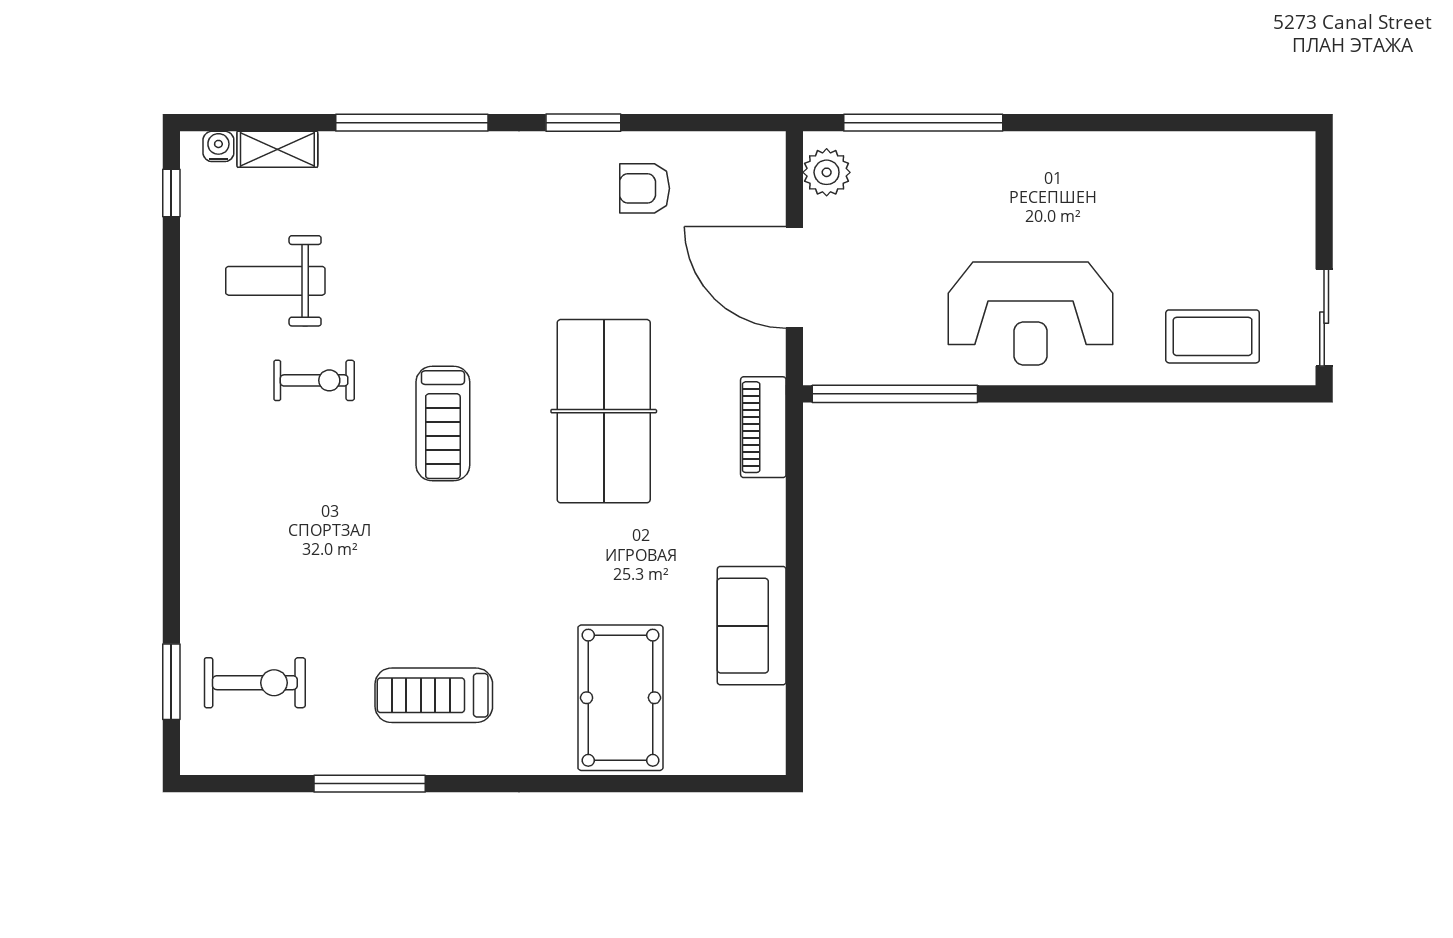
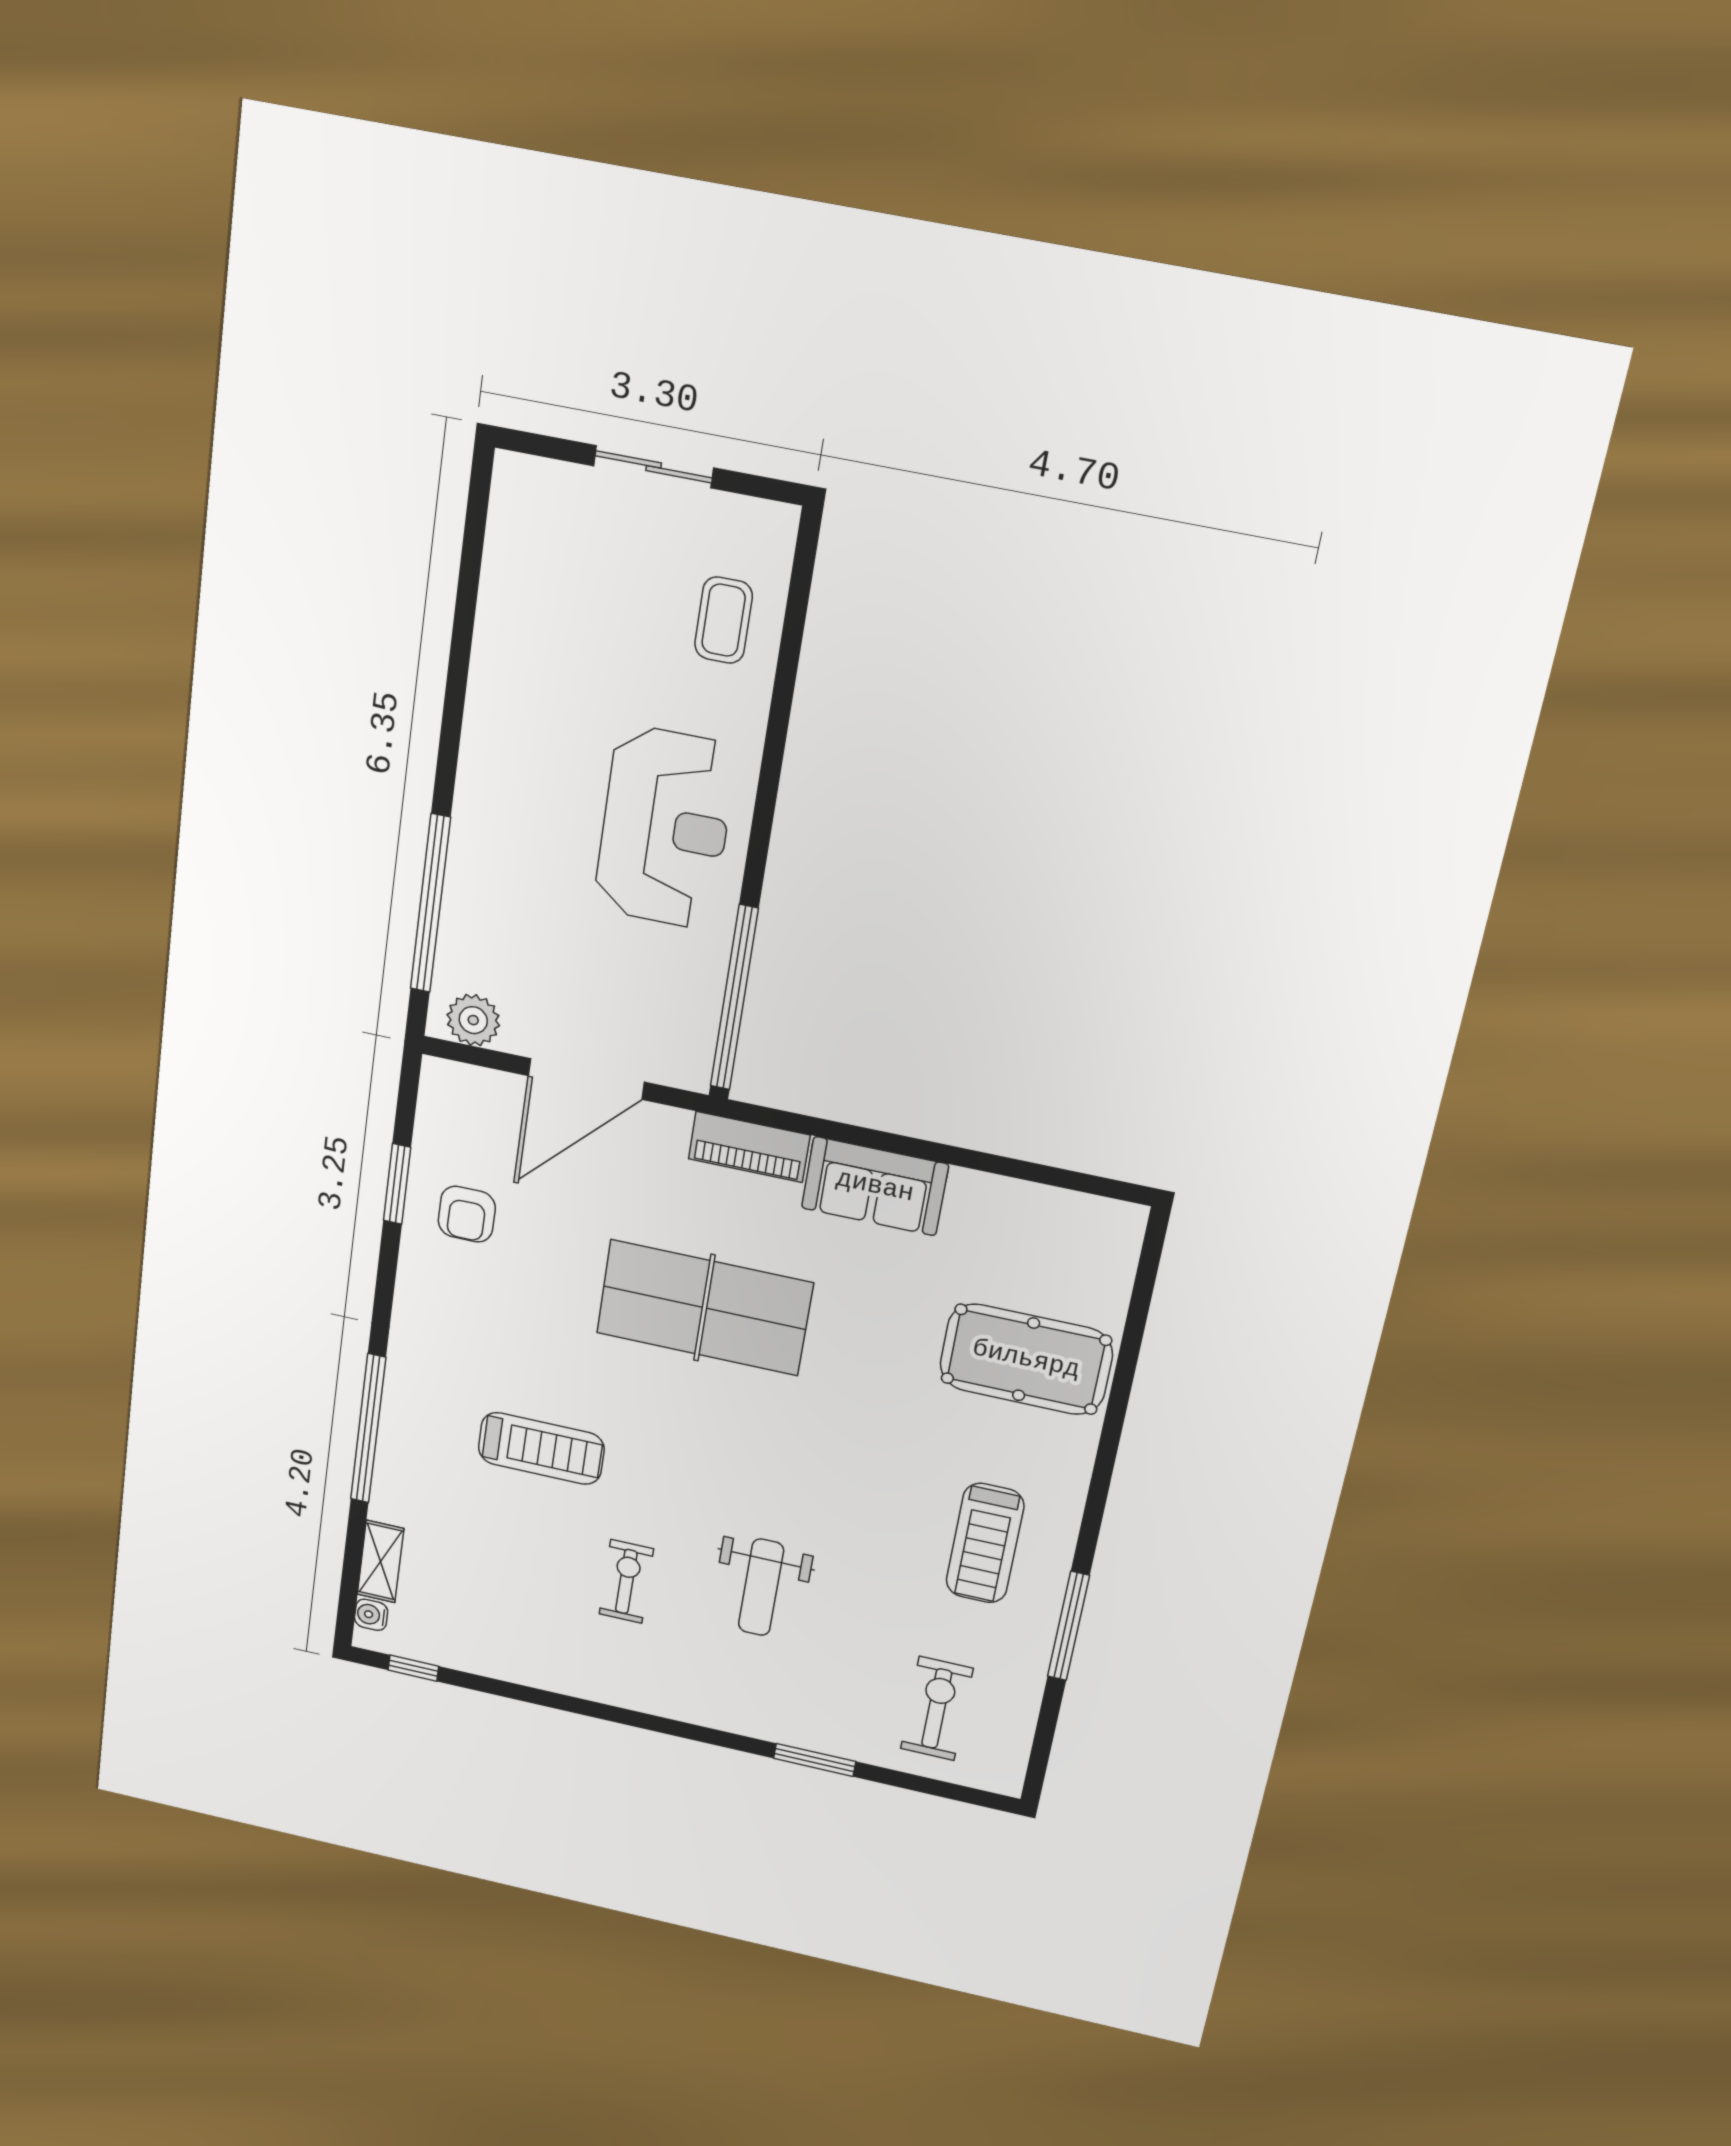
window: (583, 123) -> (397, 1184), moved
weight bench: (275, 281) -> (761, 1587), moved
sliding door: (1324, 318) -> (654, 467), moved
coffee table: (1213, 336) -> (724, 620), width x0.73, depth x0.77
treadmill: (443, 424) -> (541, 1448), moved
sofa: (752, 626) -> (875, 1186), moved
window: (171, 682) -> (815, 1760), moved

